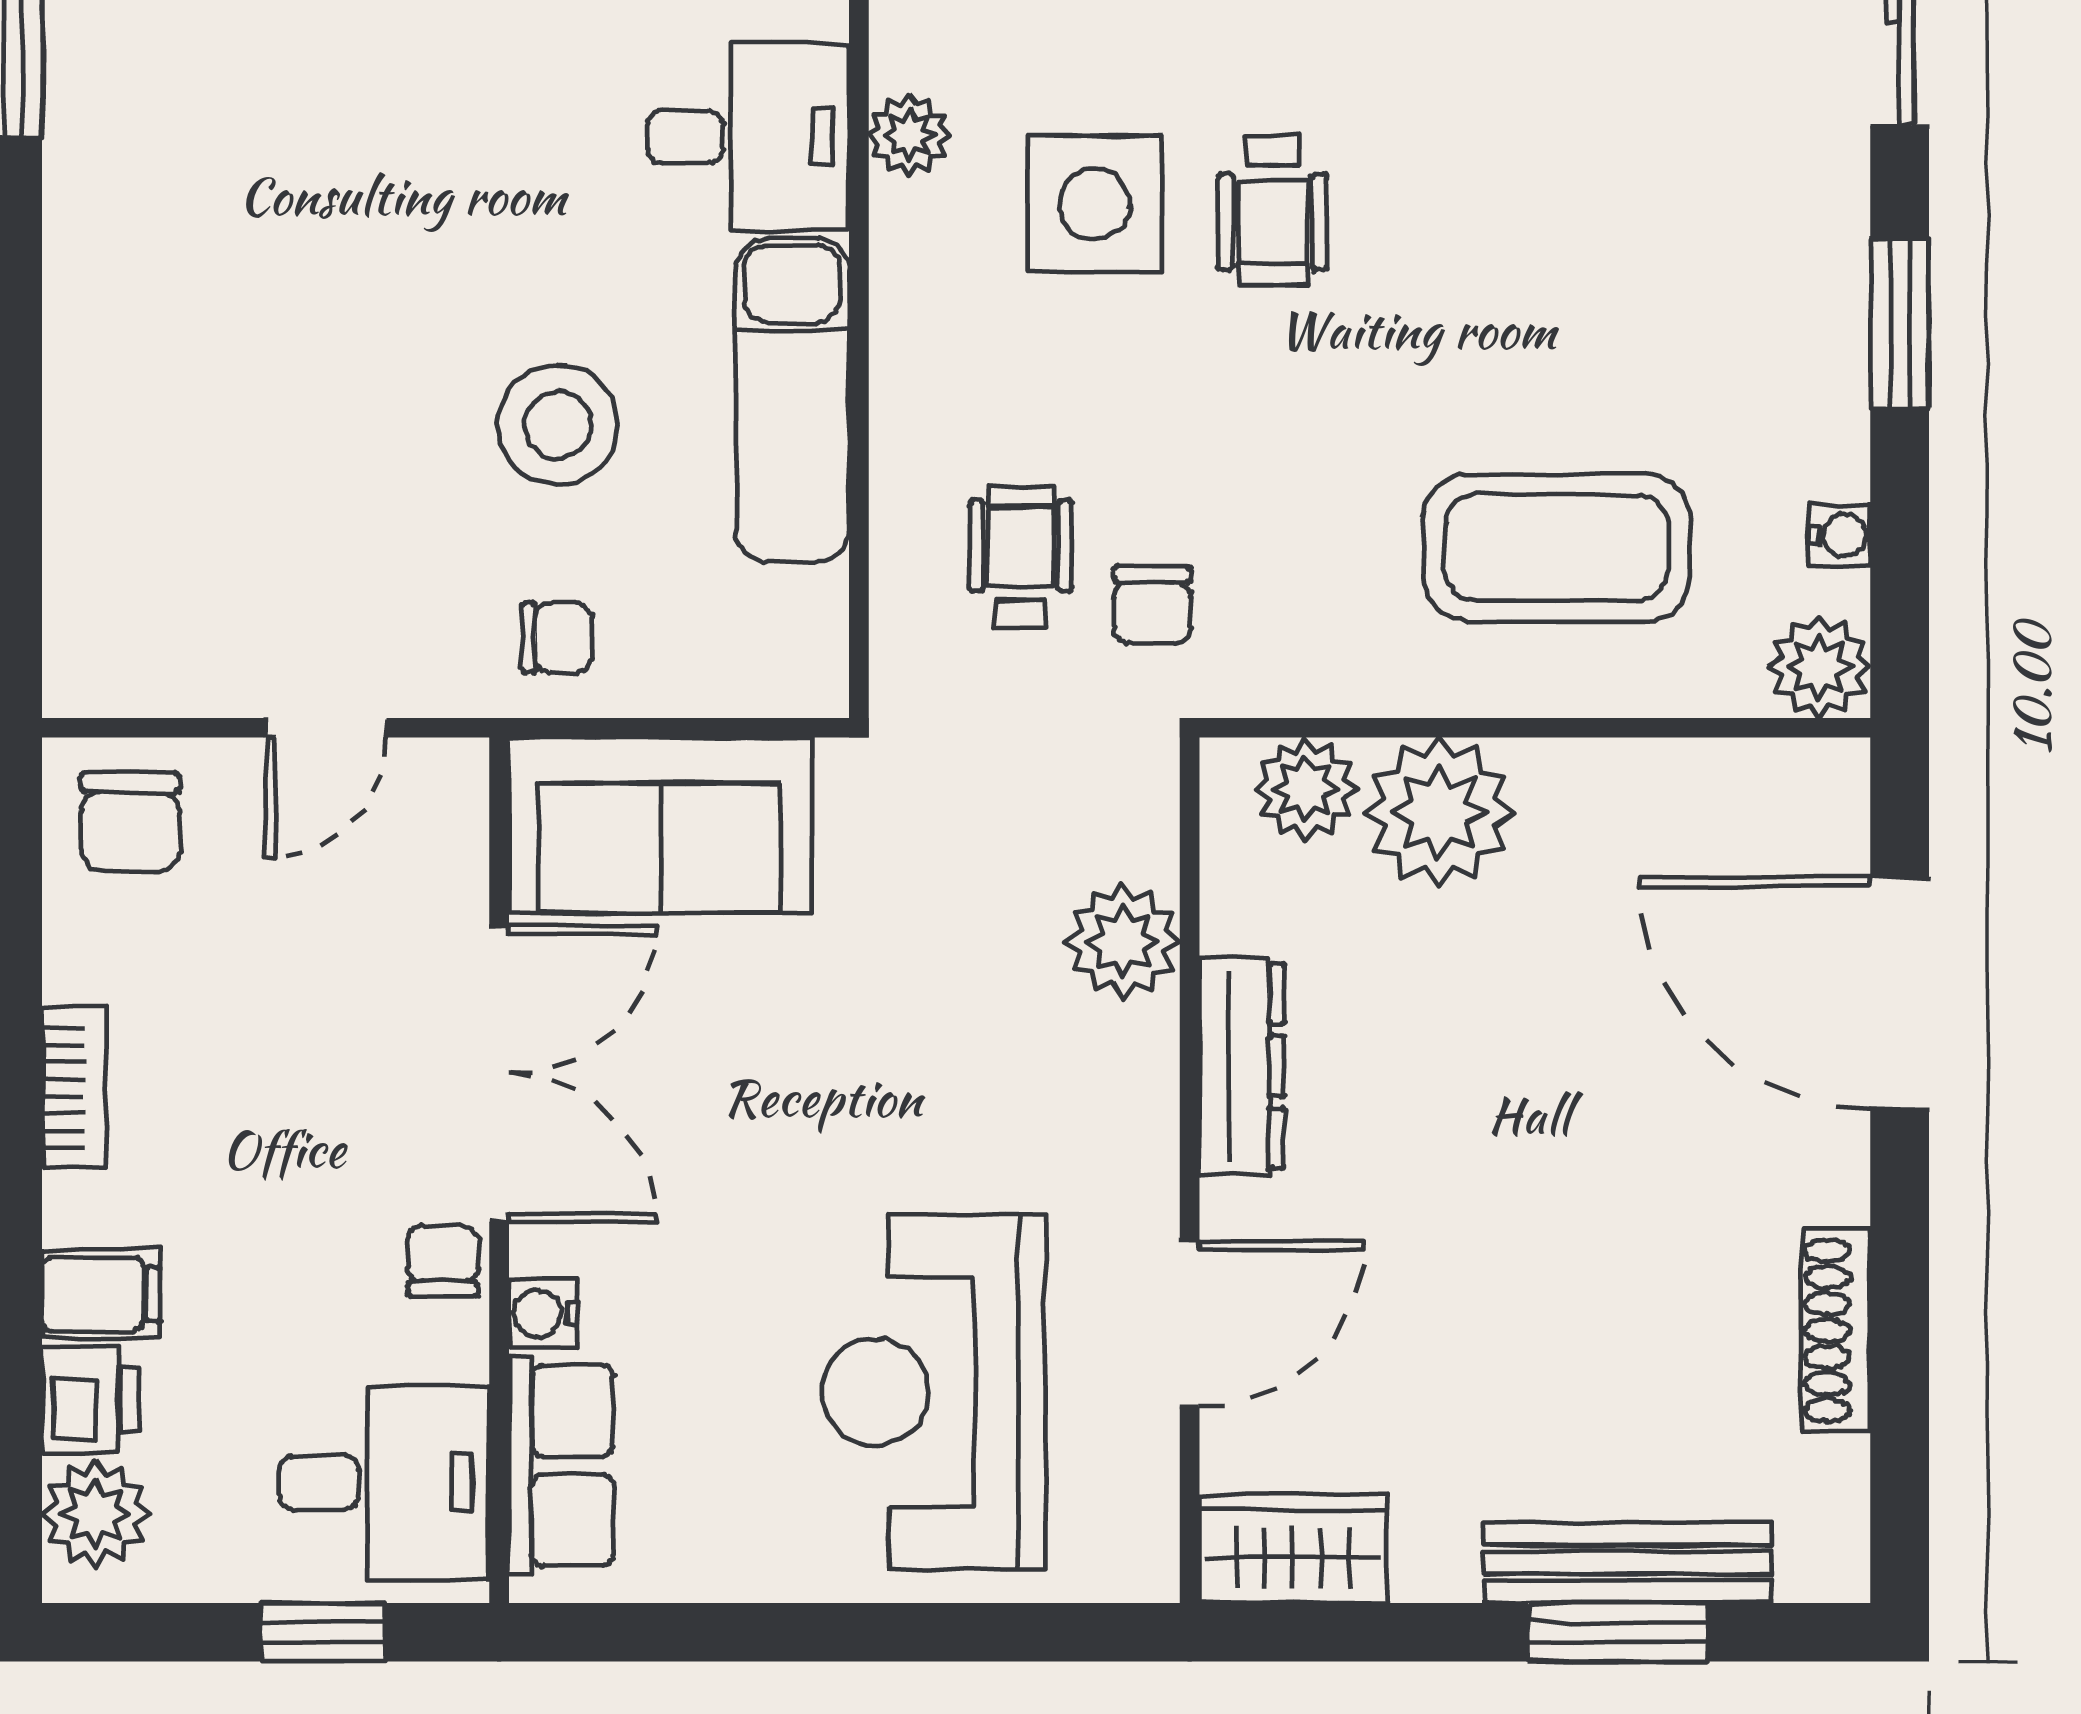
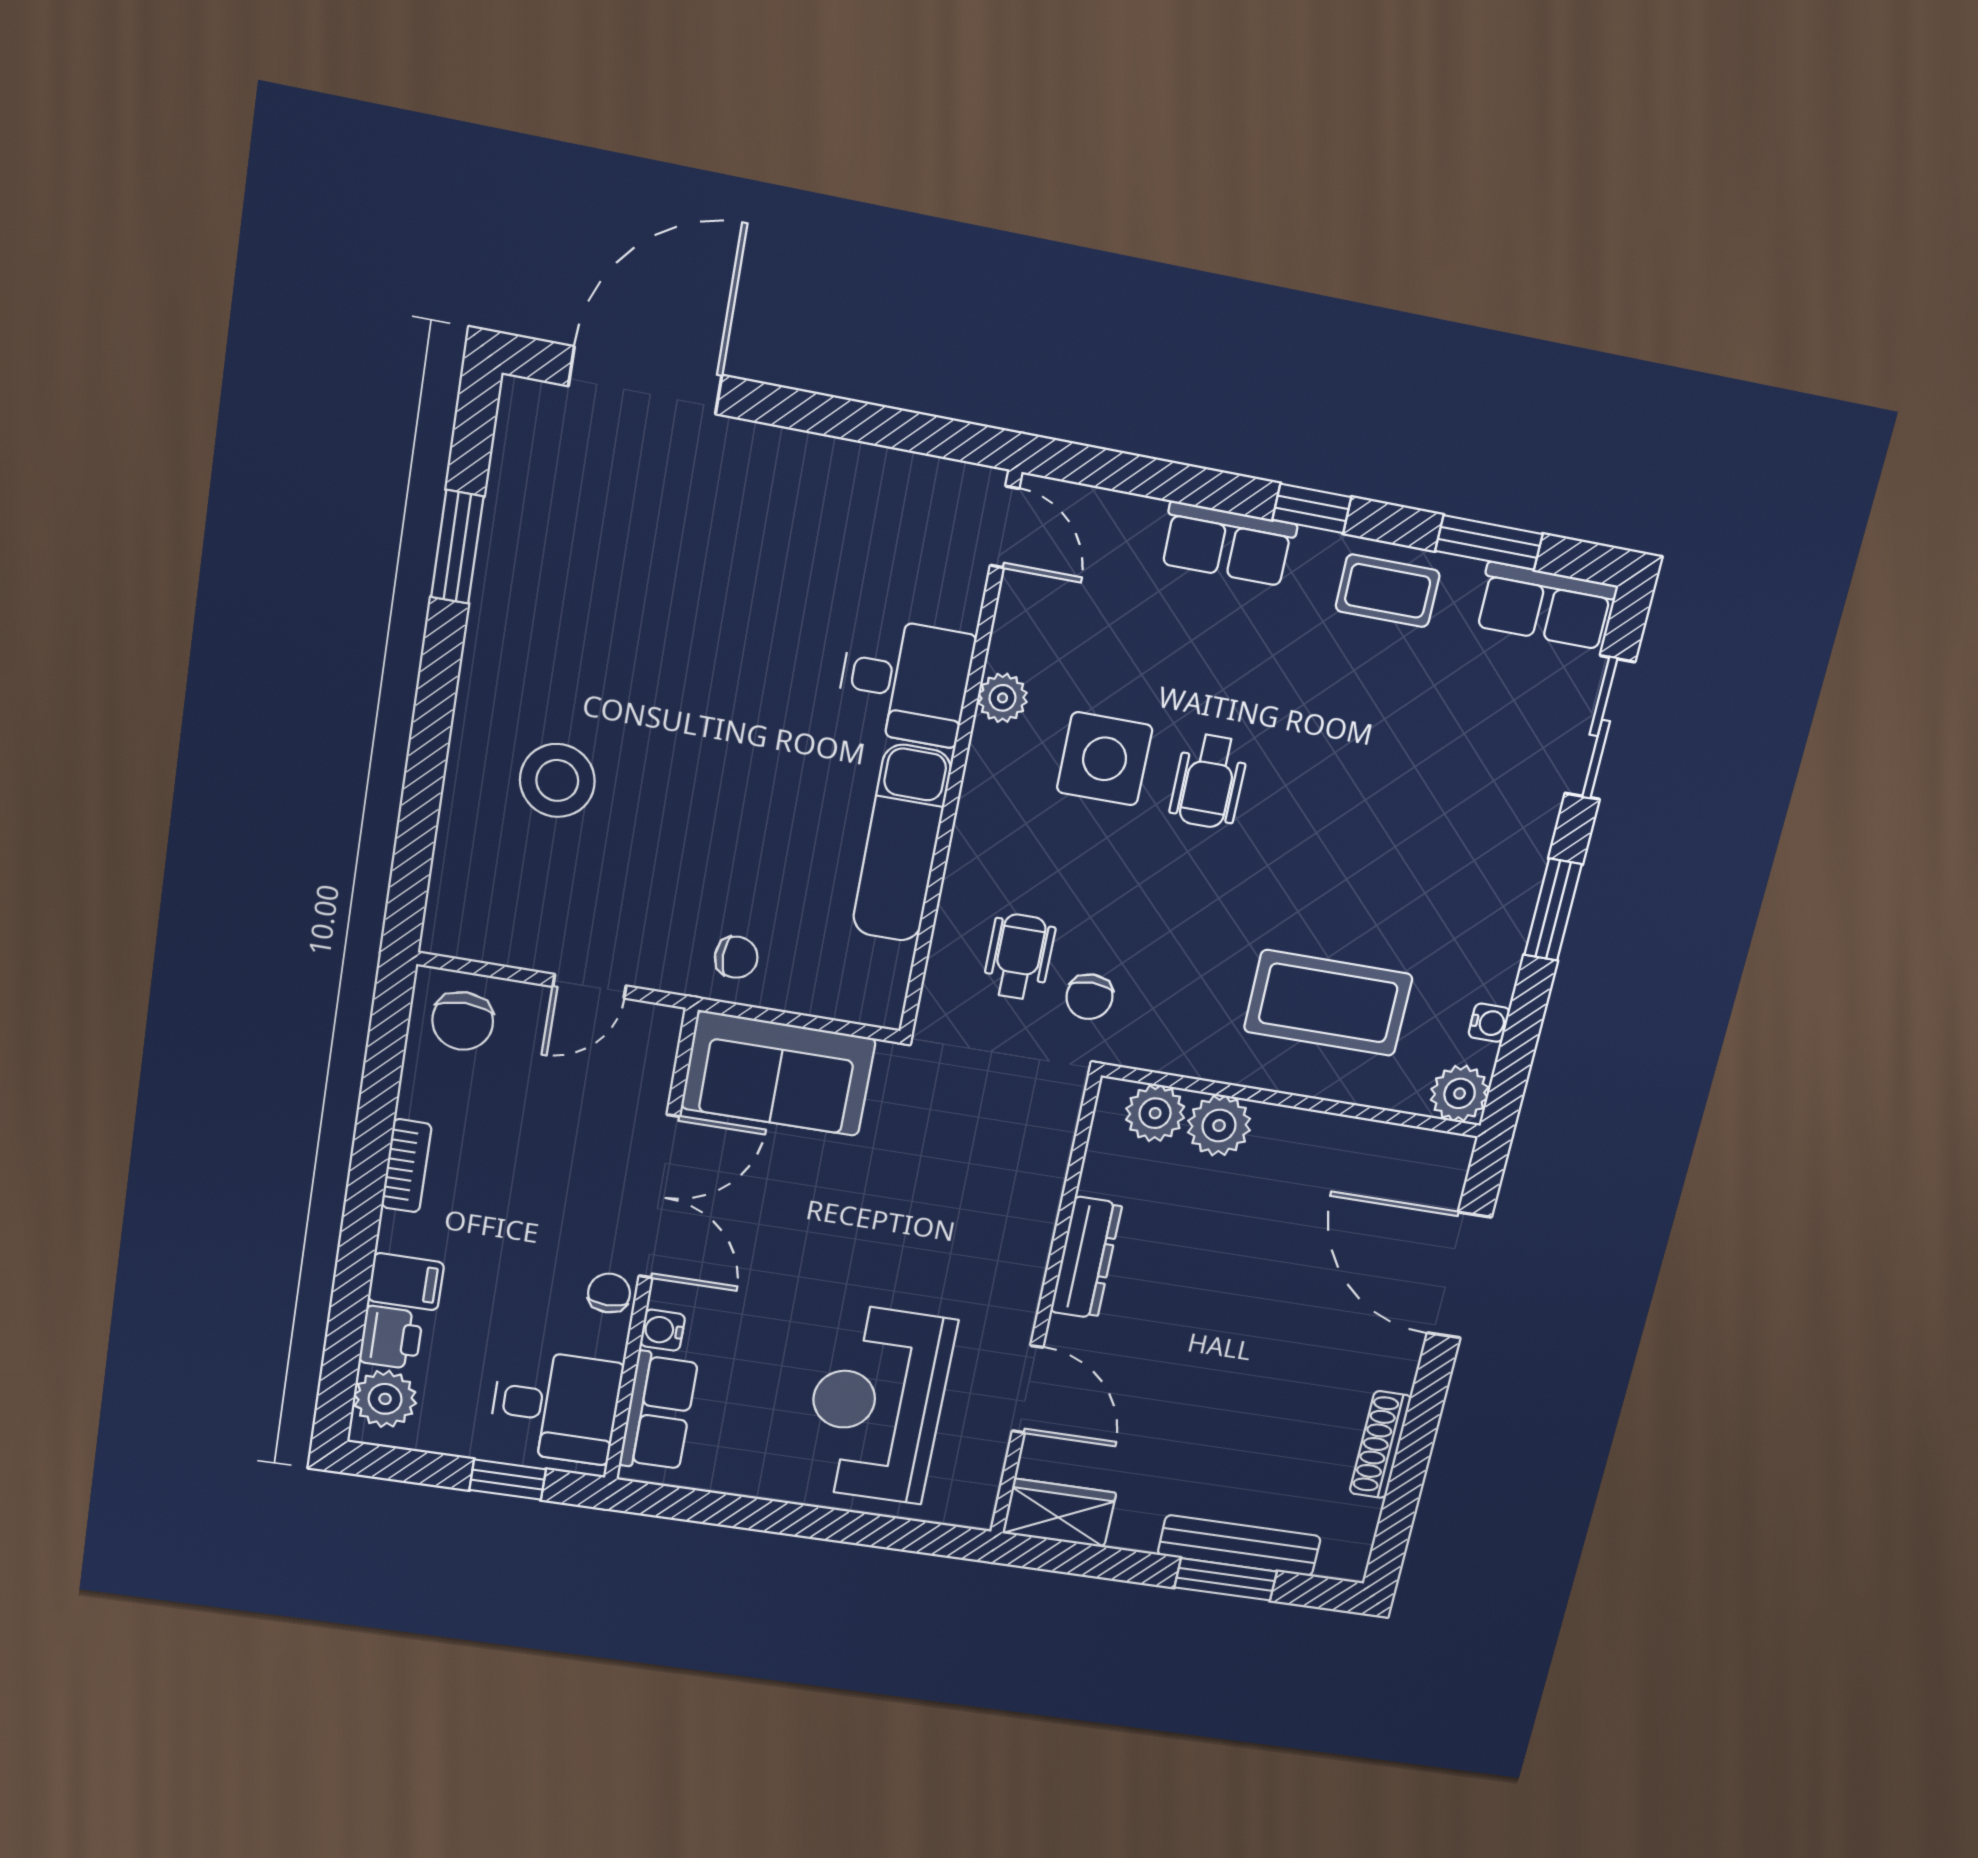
stool: (558, 425) -> (557, 780), moved
plant: (1439, 812) -> (1219, 1126), width x0.73, depth x0.73
plant: (1123, 941) -> (1033, 1180), removed
door: (1190, 1324) -> (1028, 1389), hinge flipped

